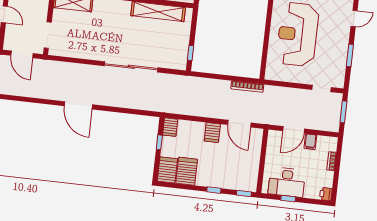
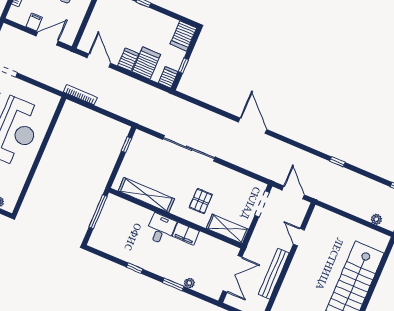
pallet: (106, 21) -> (201, 201), added
server rack: (187, 171) -> (146, 63), moved, turned 180

